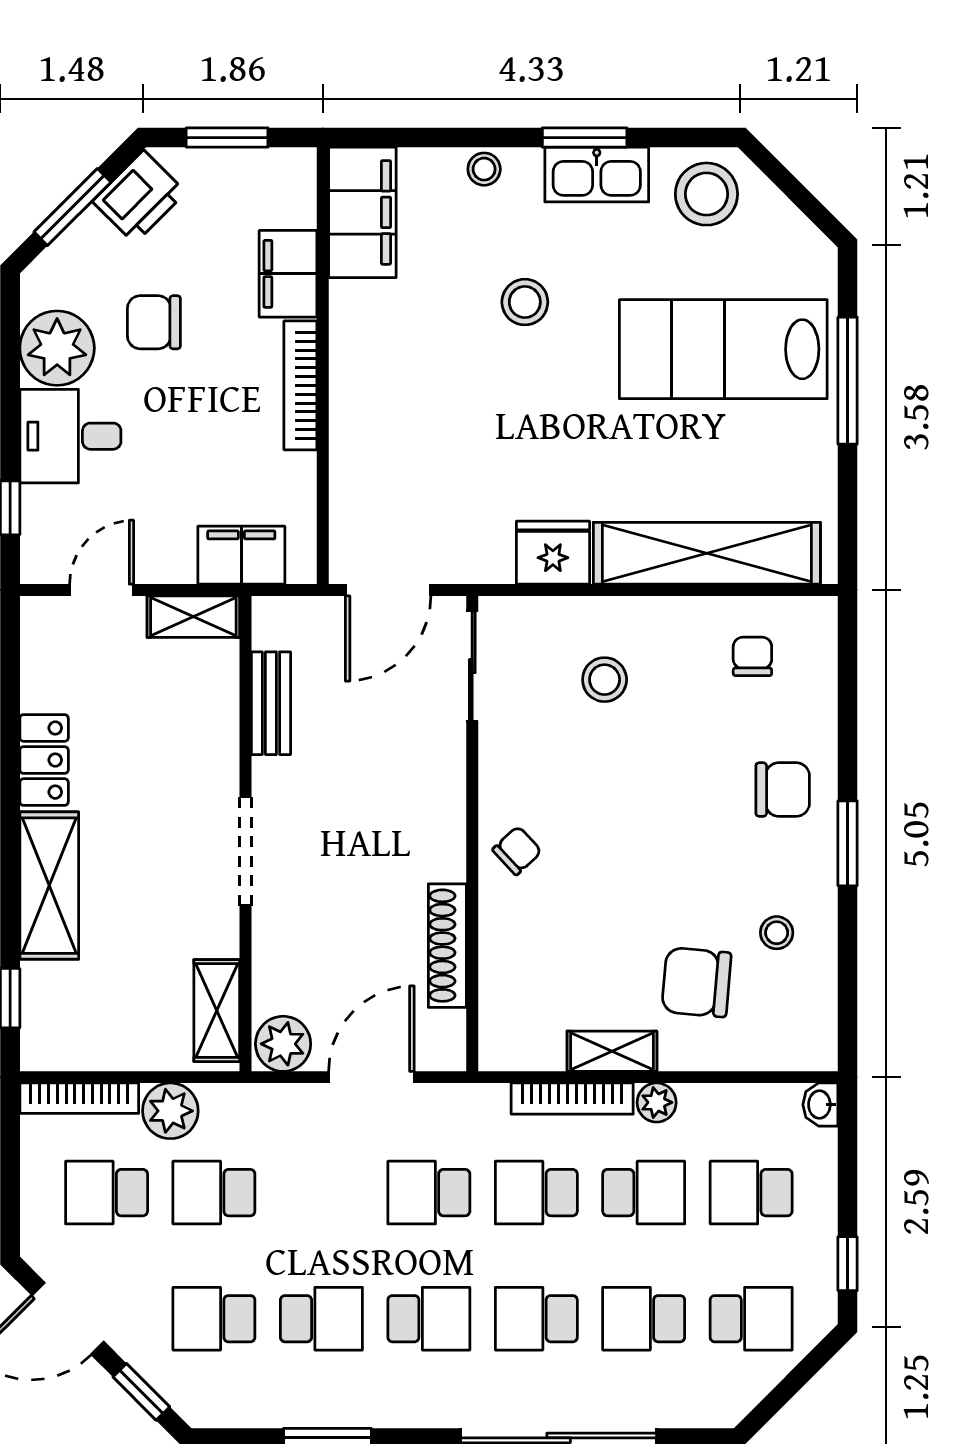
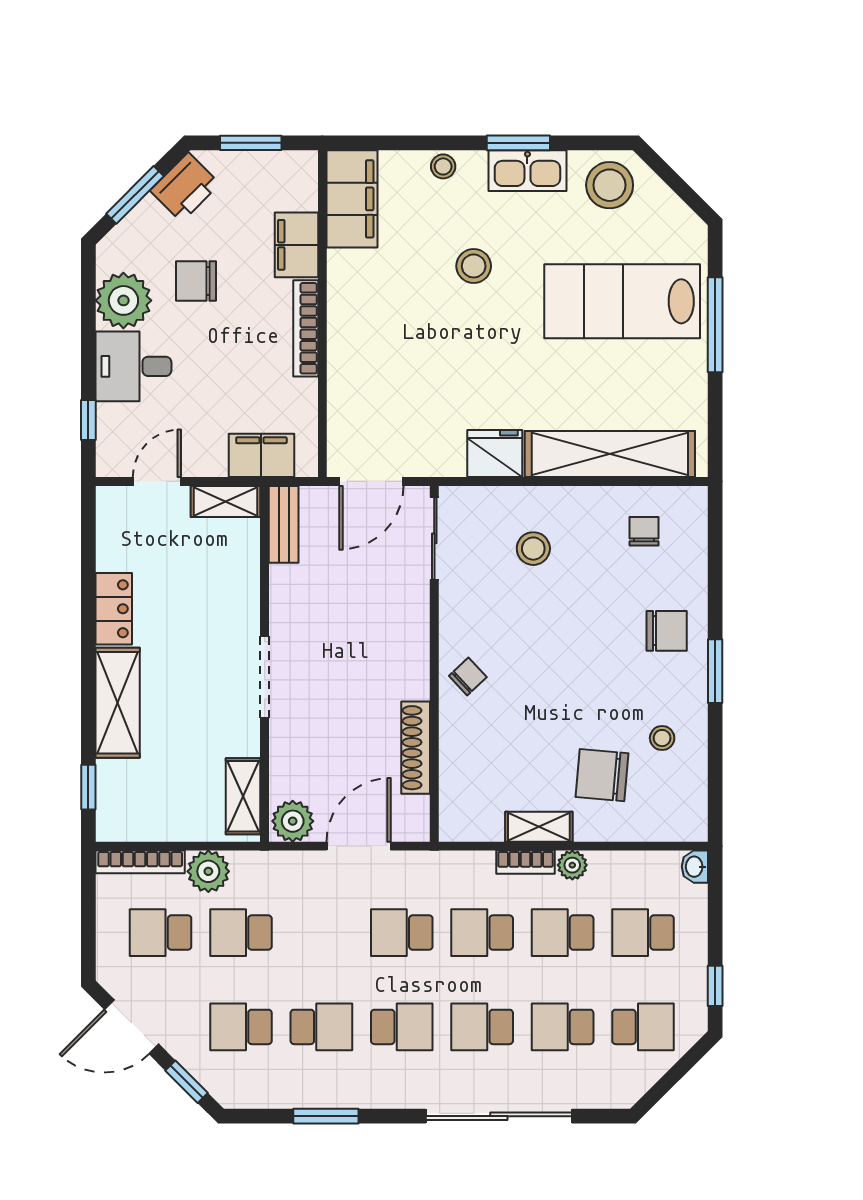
bench: (271, 703) -> (284, 524), moved
bookcase: (572, 1099) -> (526, 862), width x0.64
school desk: (644, 1193) -> (563, 933), turned 180

